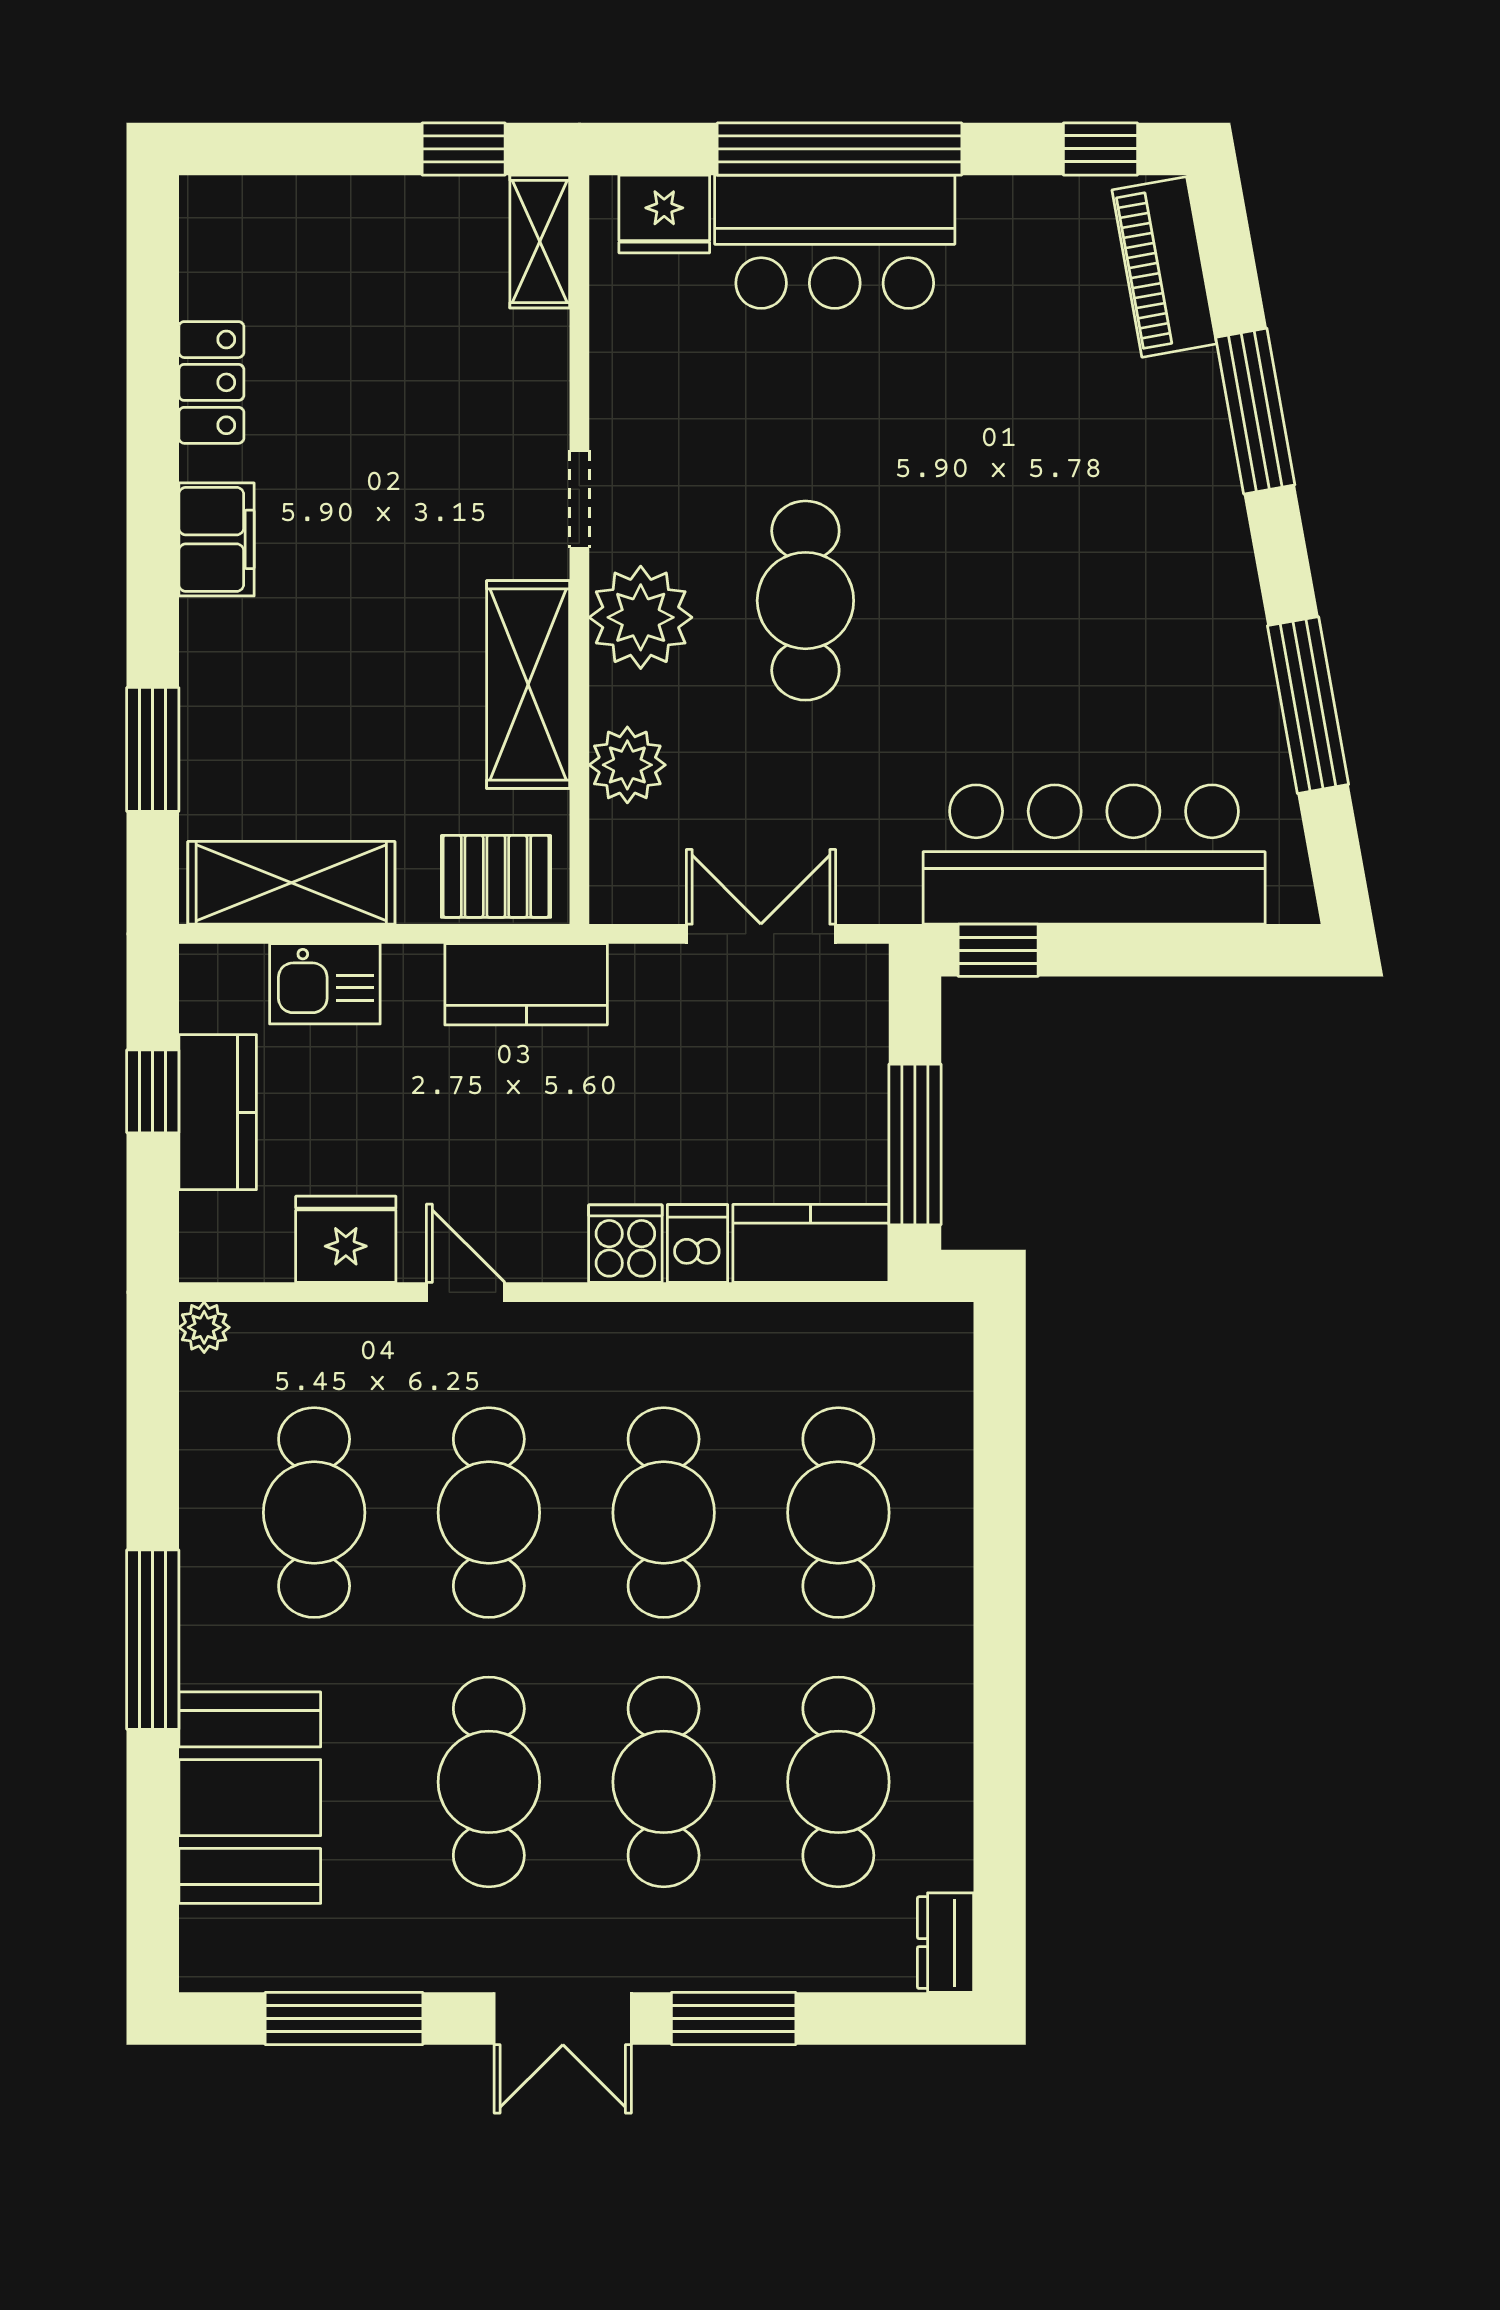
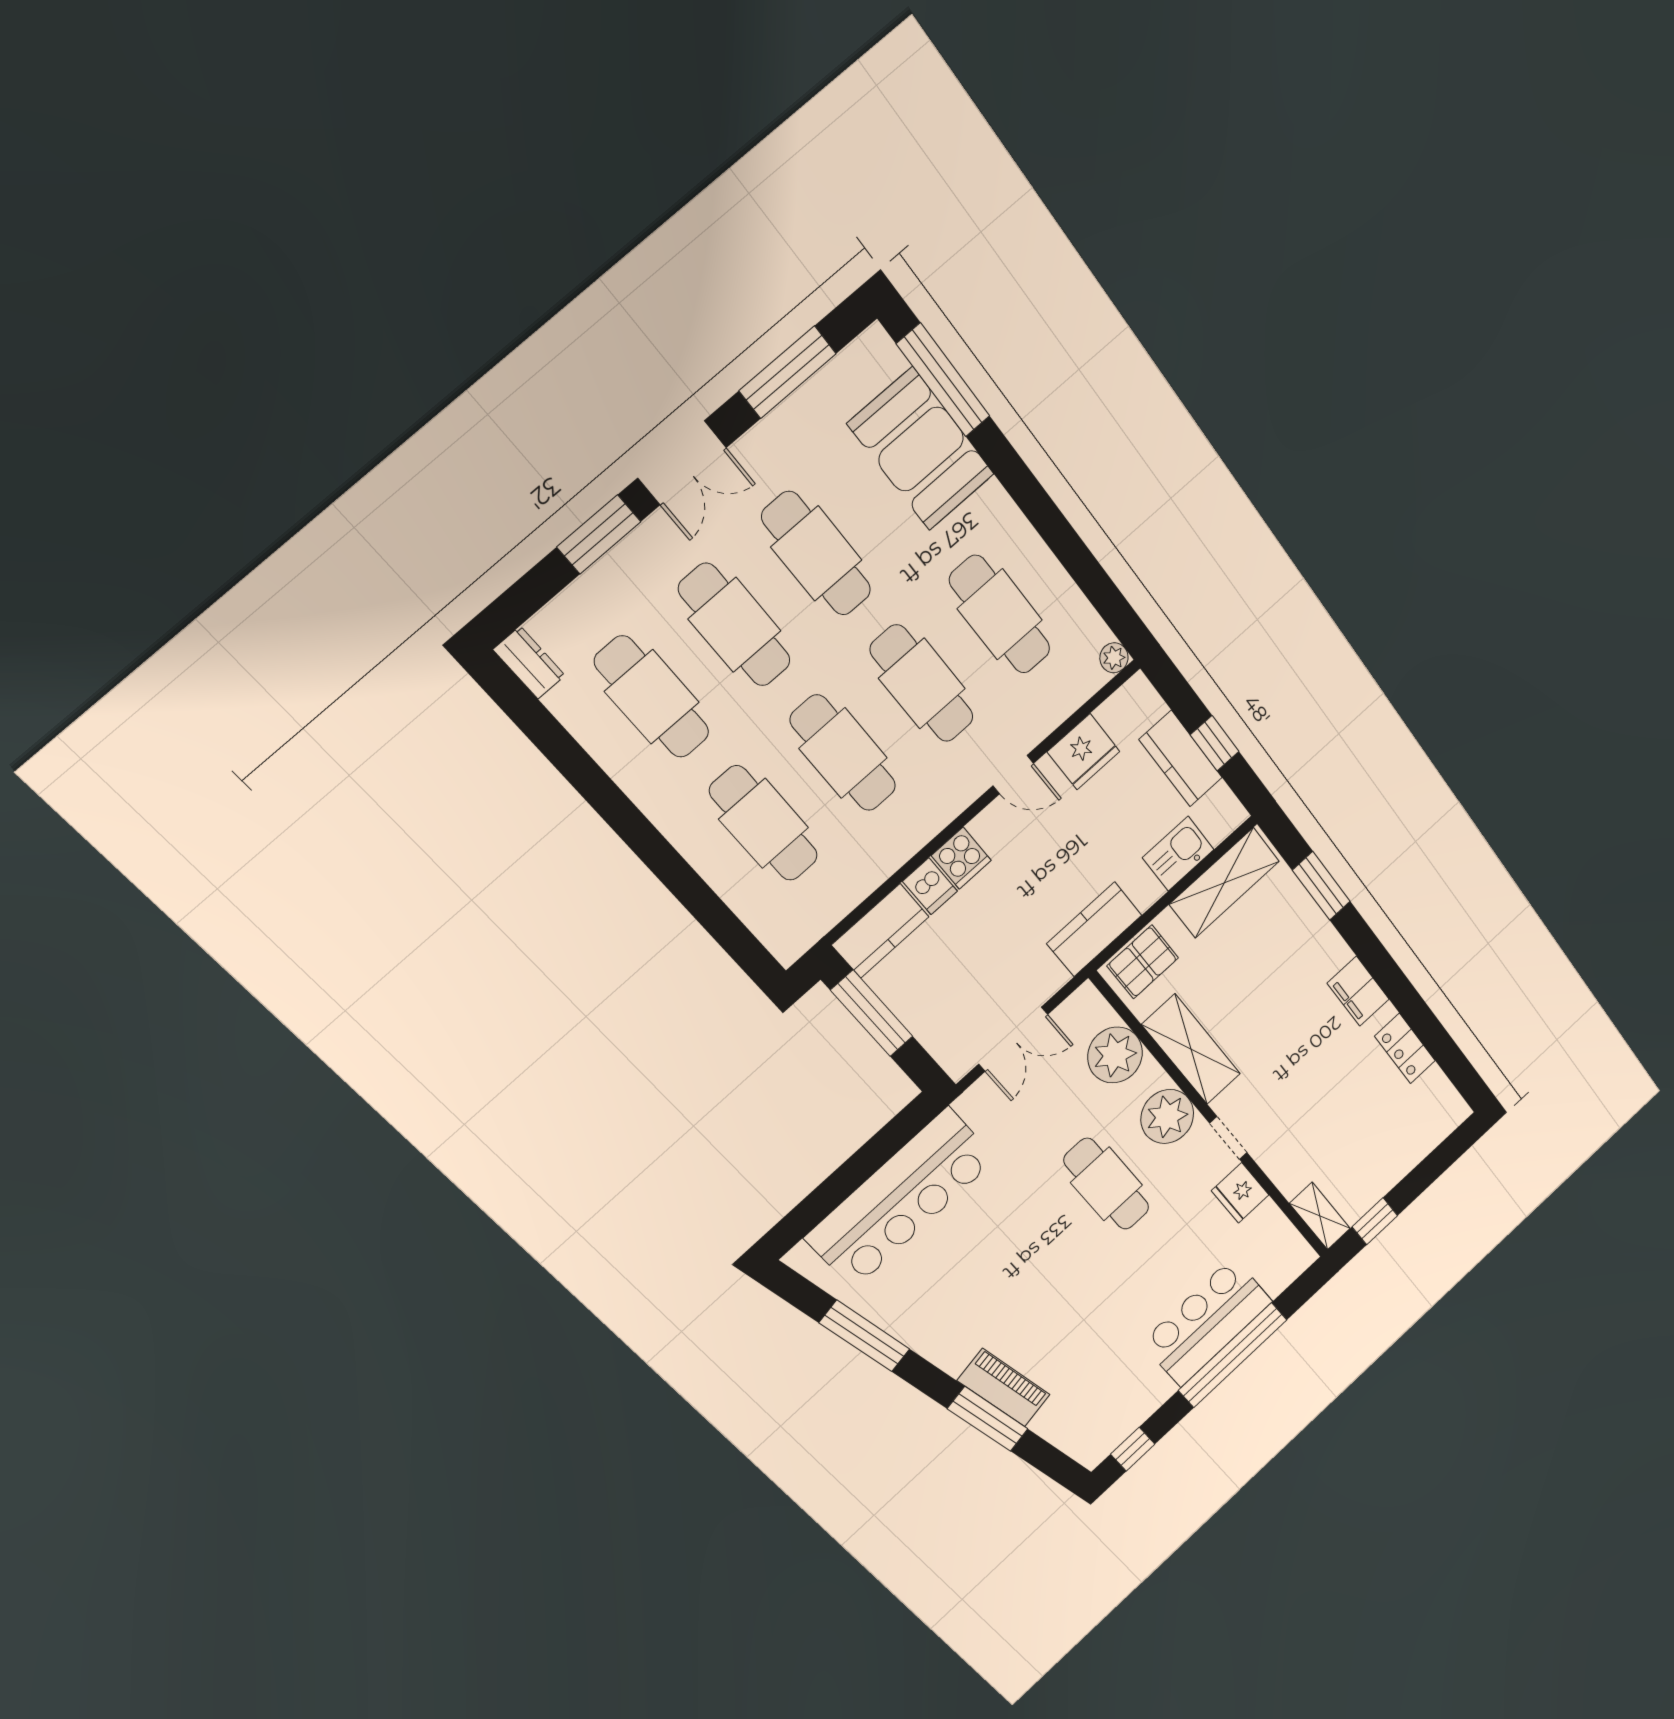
fridge: (664, 214) -> (1240, 1193), moved, turned -90
piano: (1164, 267) -> (1004, 1388), moved
plant: (627, 765) -> (1115, 1055), width x1.36, depth x1.36
window: (998, 950) -> (907, 1124), removed
window: (153, 1640) -> (943, 380), moved
double door: (563, 2019) -> (682, 463), swing flipped

